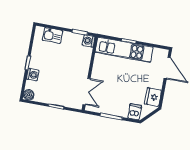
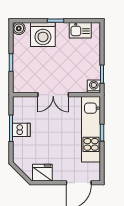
kitchen sink: (52, 35) -> (80, 30), moved, turned -90
washing machine: (33, 75) -> (43, 35), width x1.89, depth x1.89
double door: (87, 92) -> (53, 95), moved
dishwasher: (135, 112) -> (21, 130), moved

